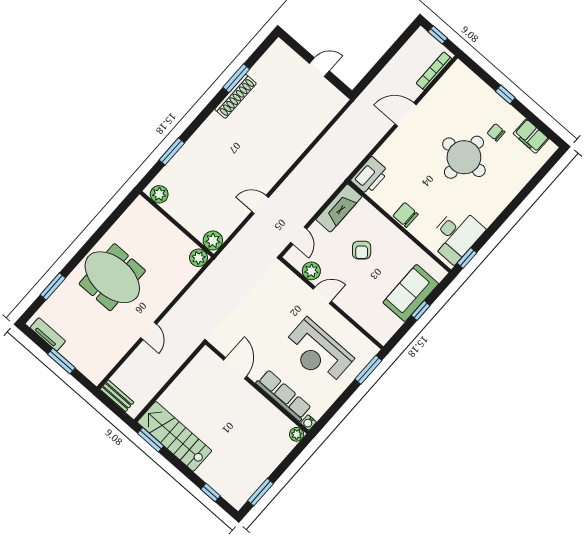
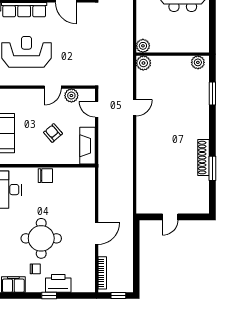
printer: (370, 176) -> (58, 283), moved, turned 90

